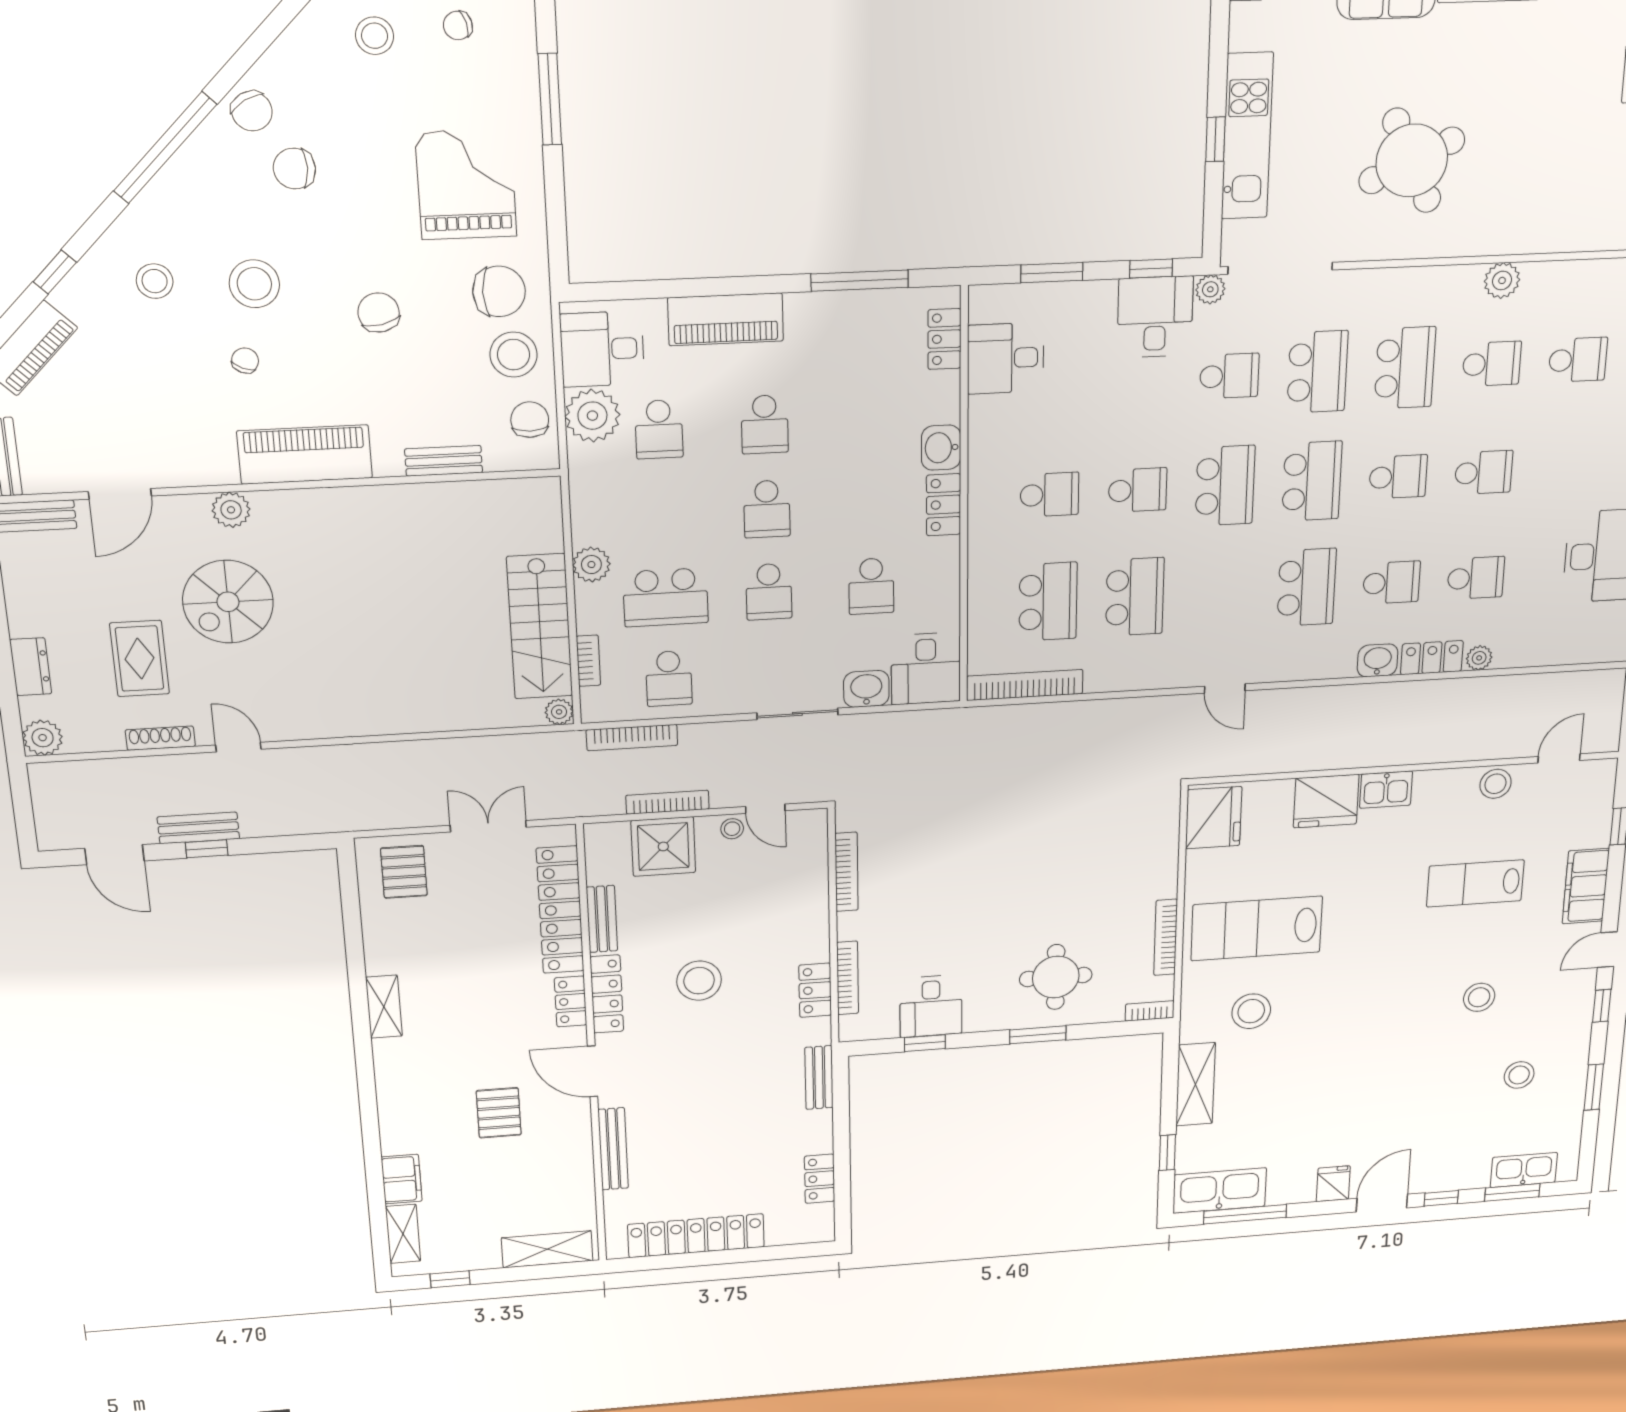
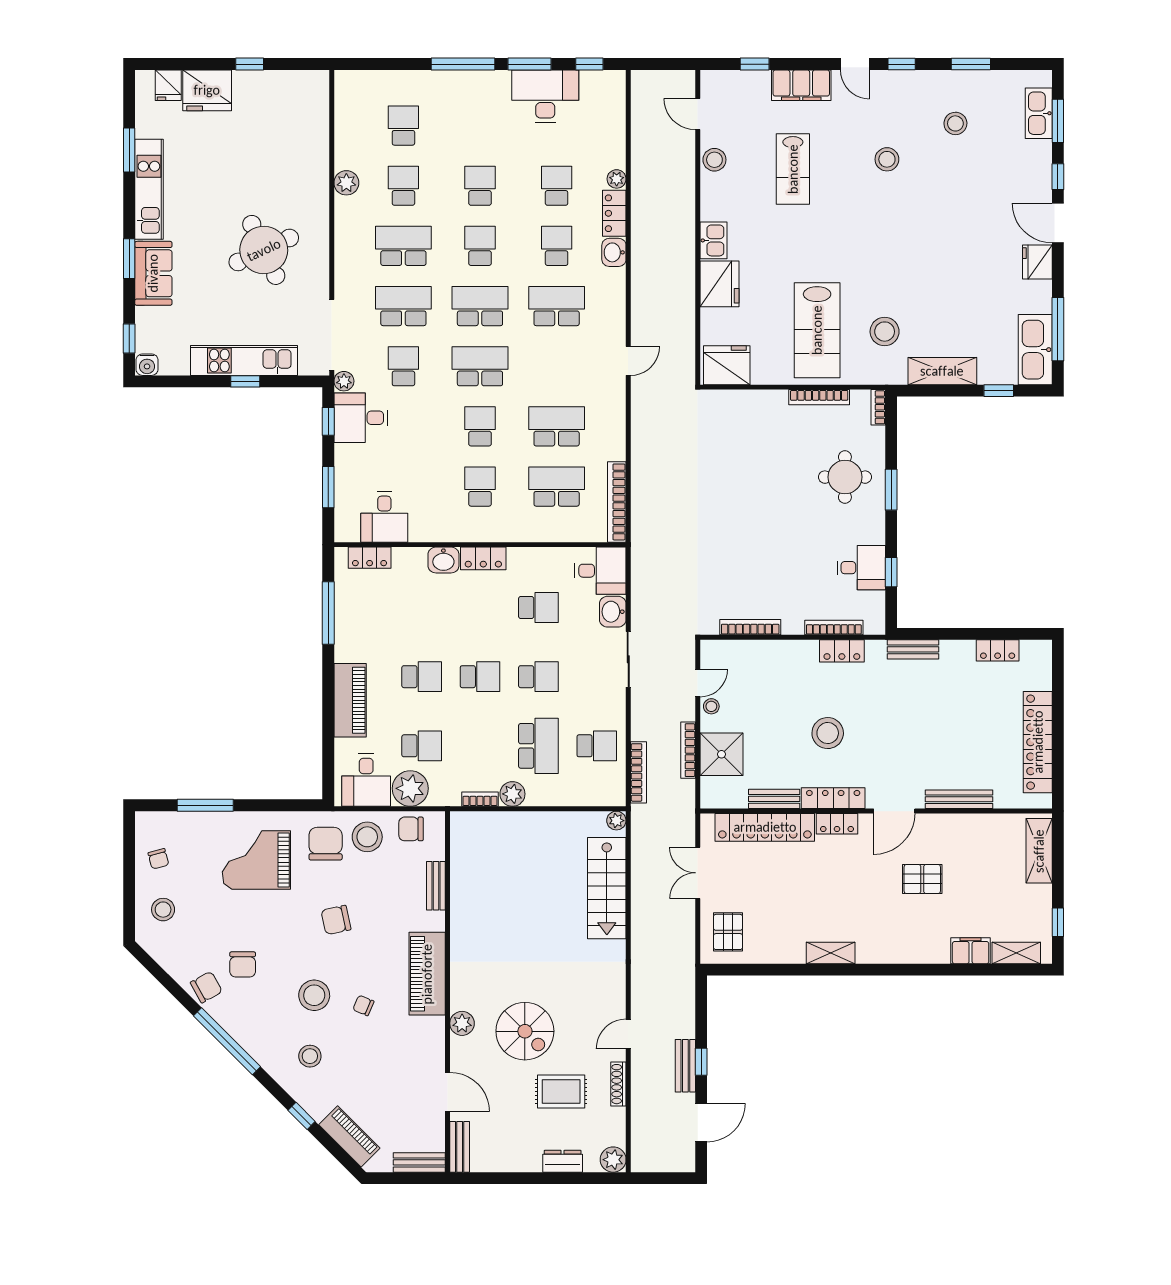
stairs: (540, 627) -> (607, 888), moved, turned 90
bookcase: (588, 661) -> (480, 799), moved
pallet: (404, 872) -> (728, 932), turned 90
fridge: (1333, 1184) -> (1037, 262), width x1.38

